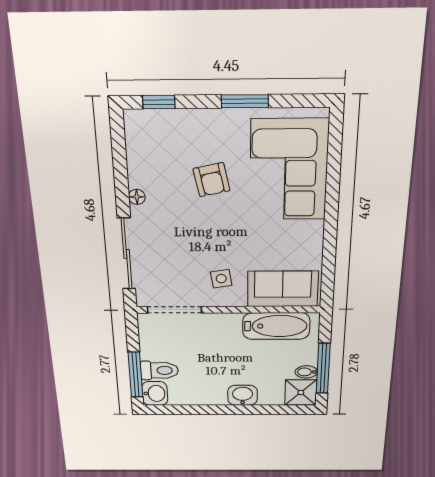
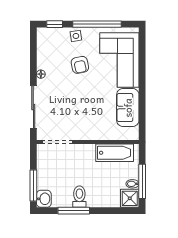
window: (245, 101) -> (97, 24), width x2.11
side table: (221, 279) -> (76, 36), moved
sofa: (283, 289) -> (128, 108), moved, turned -90
toilet: (159, 370) -> (79, 197), moved, turned -90
washbasin: (243, 395) -> (96, 200), removed
window: (206, 410) -> (74, 211), added

